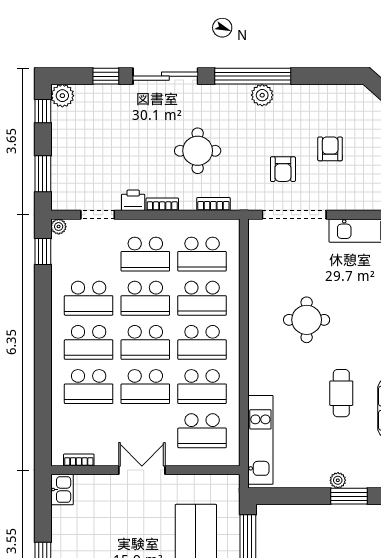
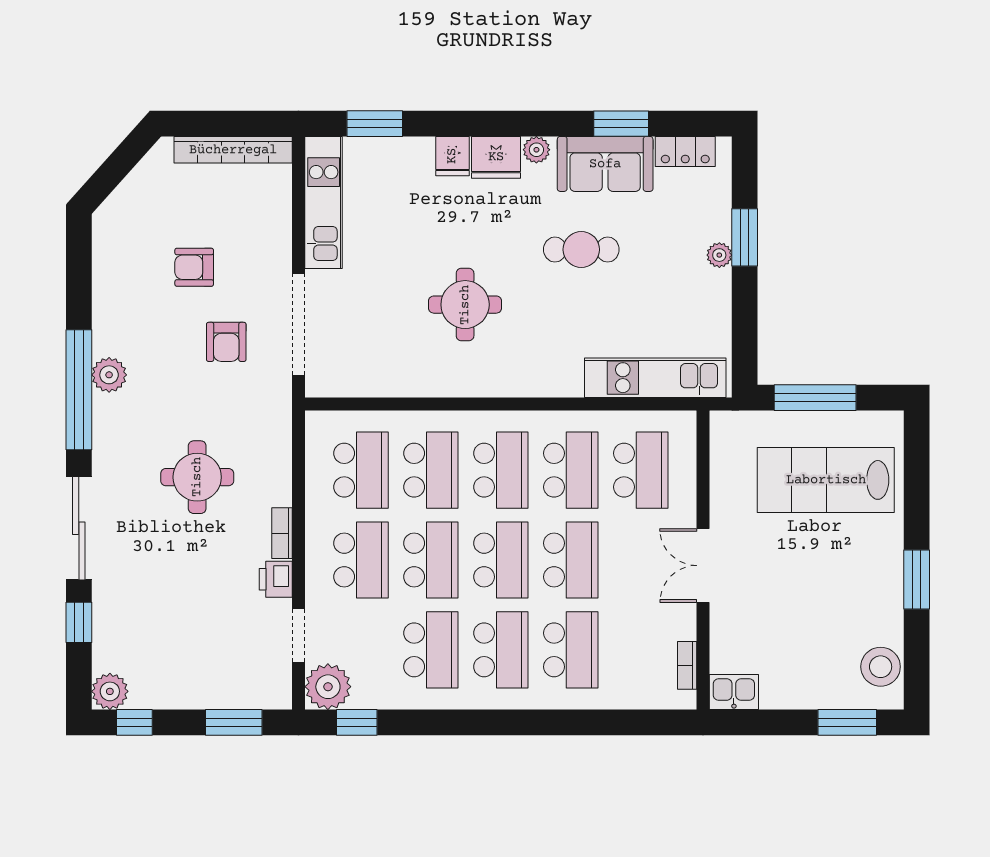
armchair: (283, 169) -> (226, 342), turned 90
bookcase: (213, 204) -> (282, 452), removed
plant: (59, 227) -> (328, 687), width x1.88, depth x1.88

